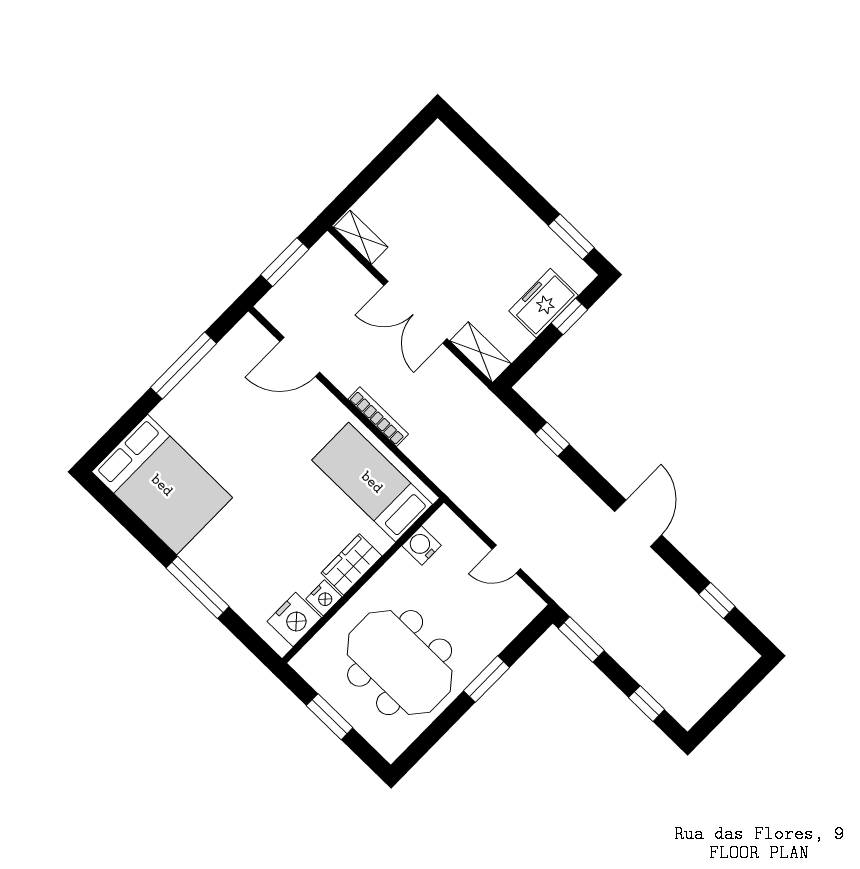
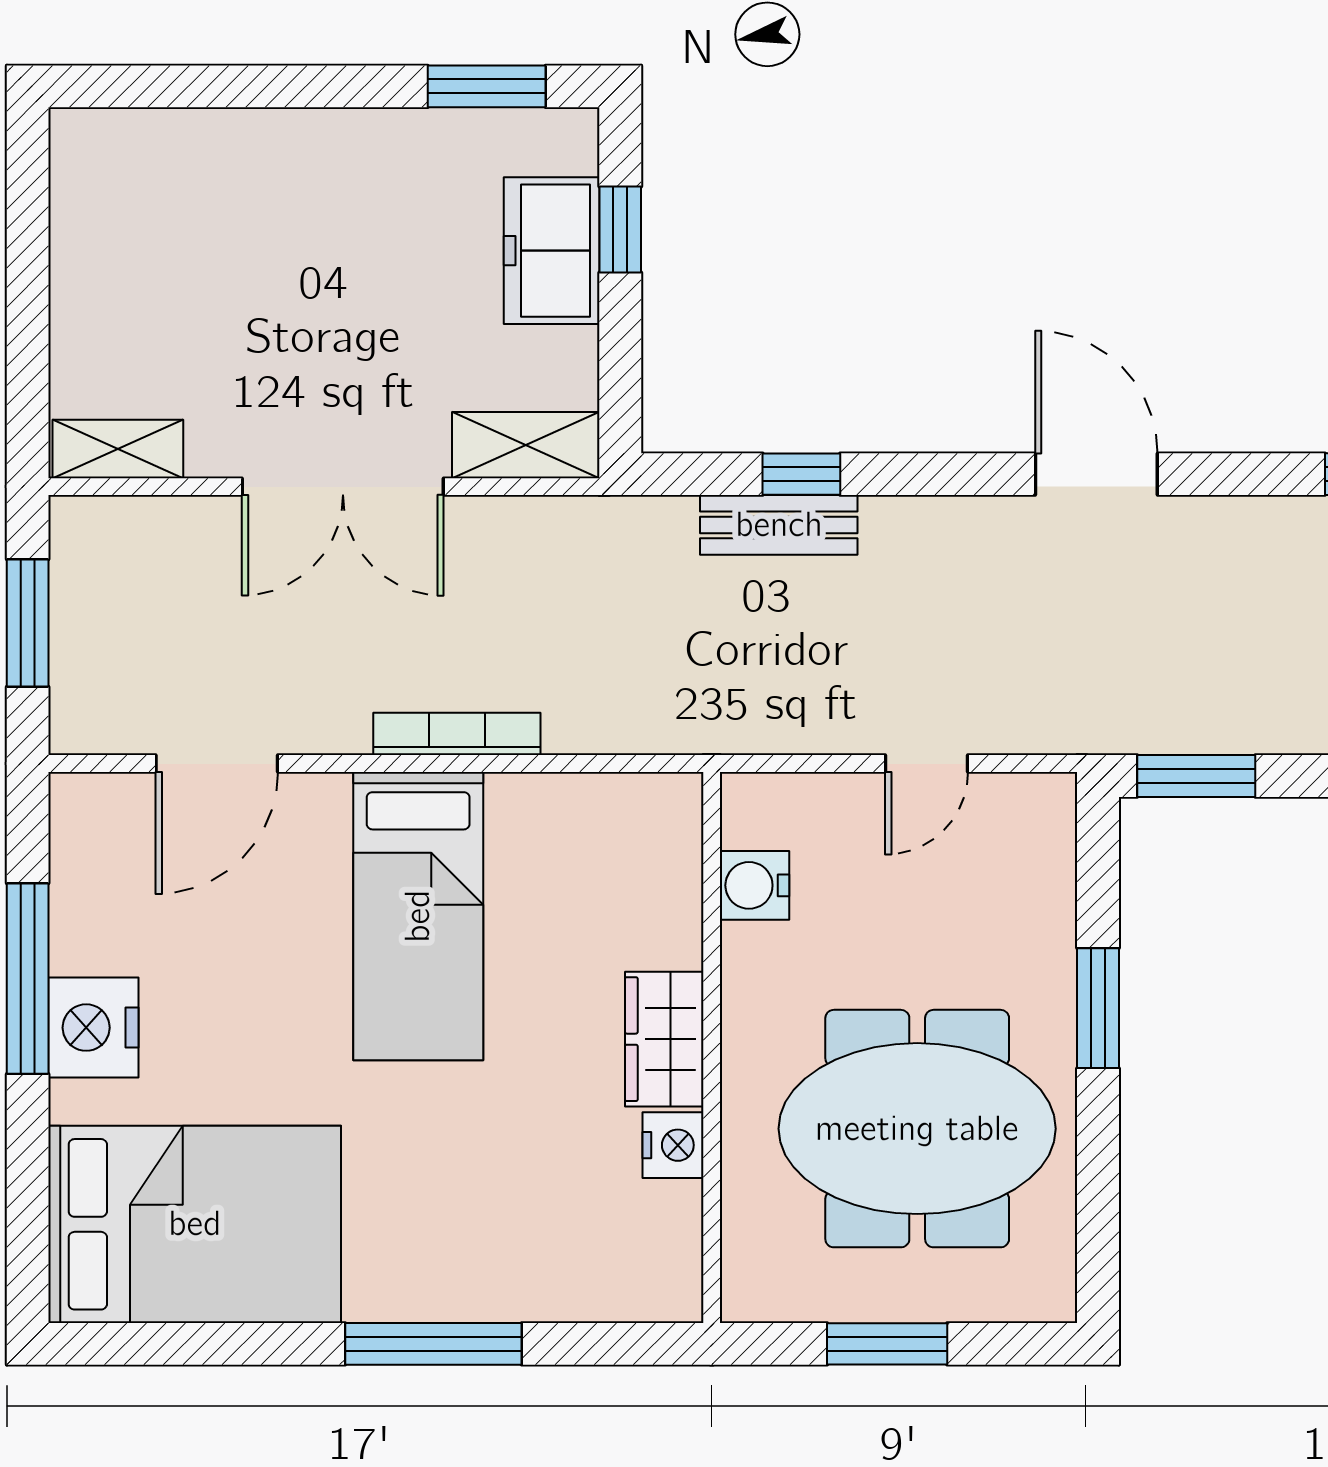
bench: (531, 448) -> (779, 525), added
bed: (372, 482) -> (418, 916), moved, turned -90
nightstand: (294, 619) -> (93, 1028), moved, turned 180

